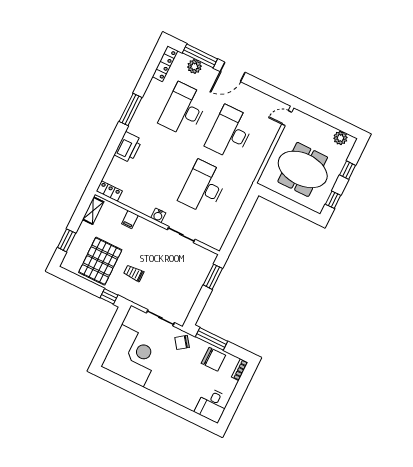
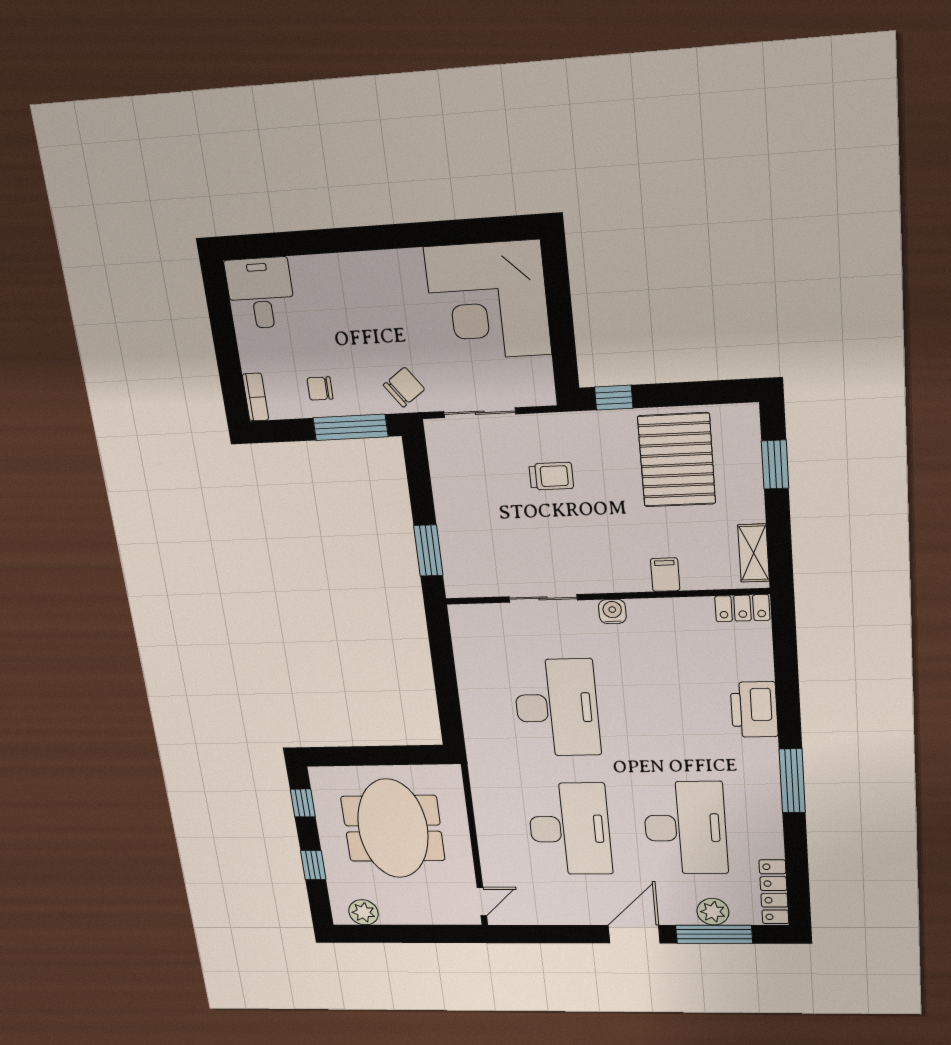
meeting table: (303, 169) -> (393, 829), turned 90
trolley: (134, 273) -> (551, 476), moved
chair: (213, 359) -> (320, 388), width x0.54, depth x0.54

